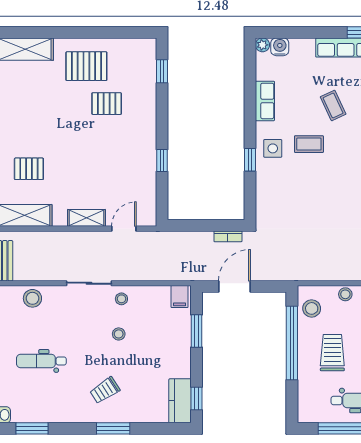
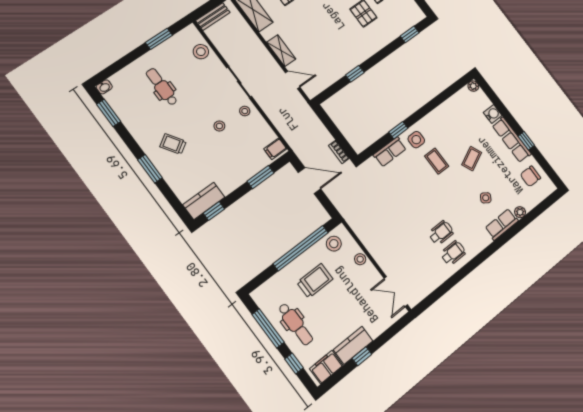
water cooler: (280, 47) -> (493, 114), moved
row of seats: (265, 101) -> (390, 152), moved

